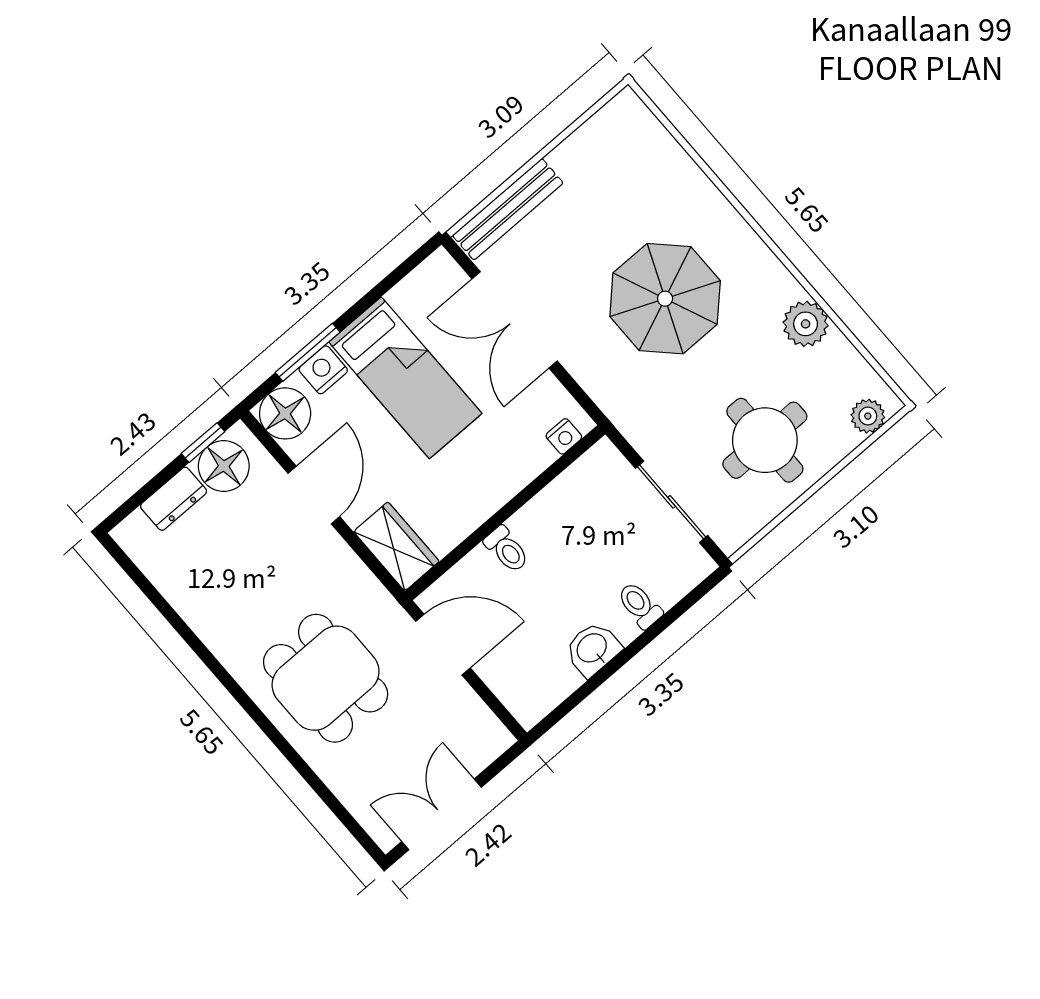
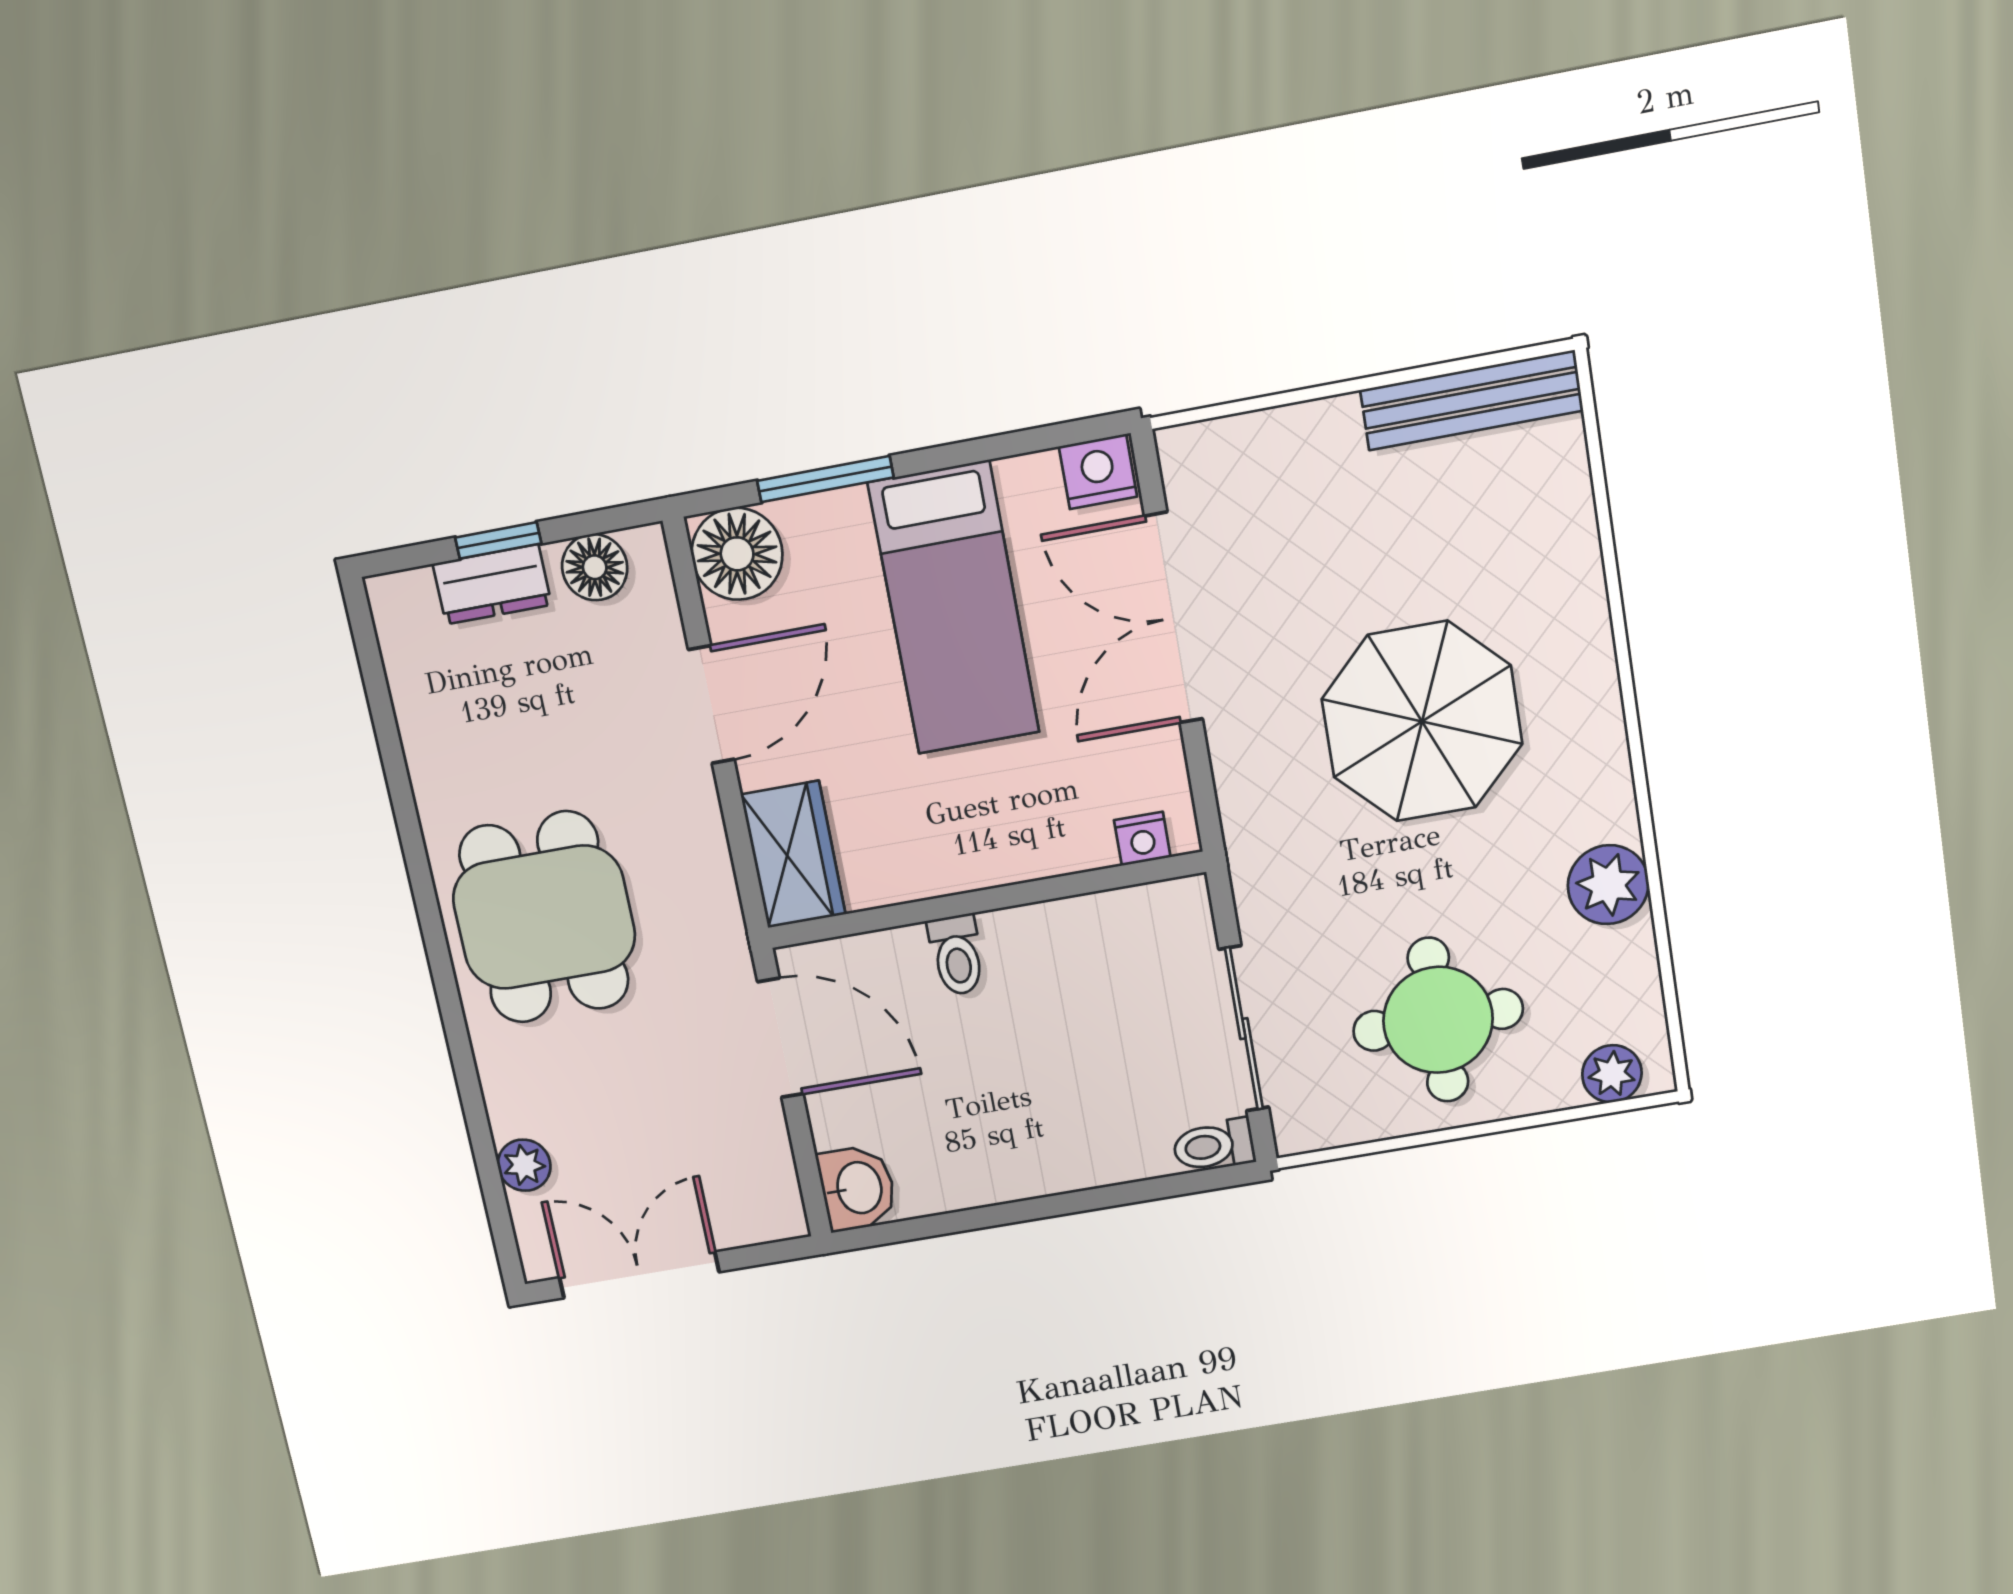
bench: (508, 209) -> (1472, 400), moved
nightstand: (323, 370) -> (1098, 472), moved
window: (203, 443) -> (498, 540), moved
floor lamp: (224, 466) -> (595, 567), width x0.73, depth x0.73
toilet: (640, 605) -> (1214, 1146), moved, turned -90
washbasin: (593, 649) -> (857, 1188), moved, turned 90
dining table: (326, 678) -> (544, 917), moved
plant: (350, 790) -> (524, 1165), added

